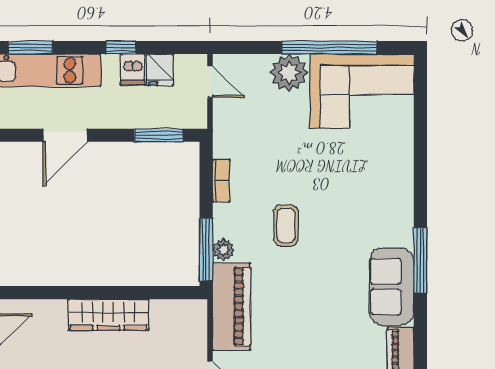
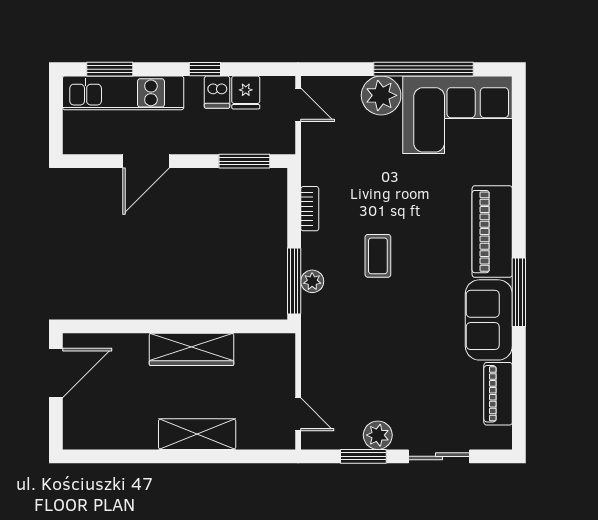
piano: (232, 306) -> (492, 232), moved, turned 180

